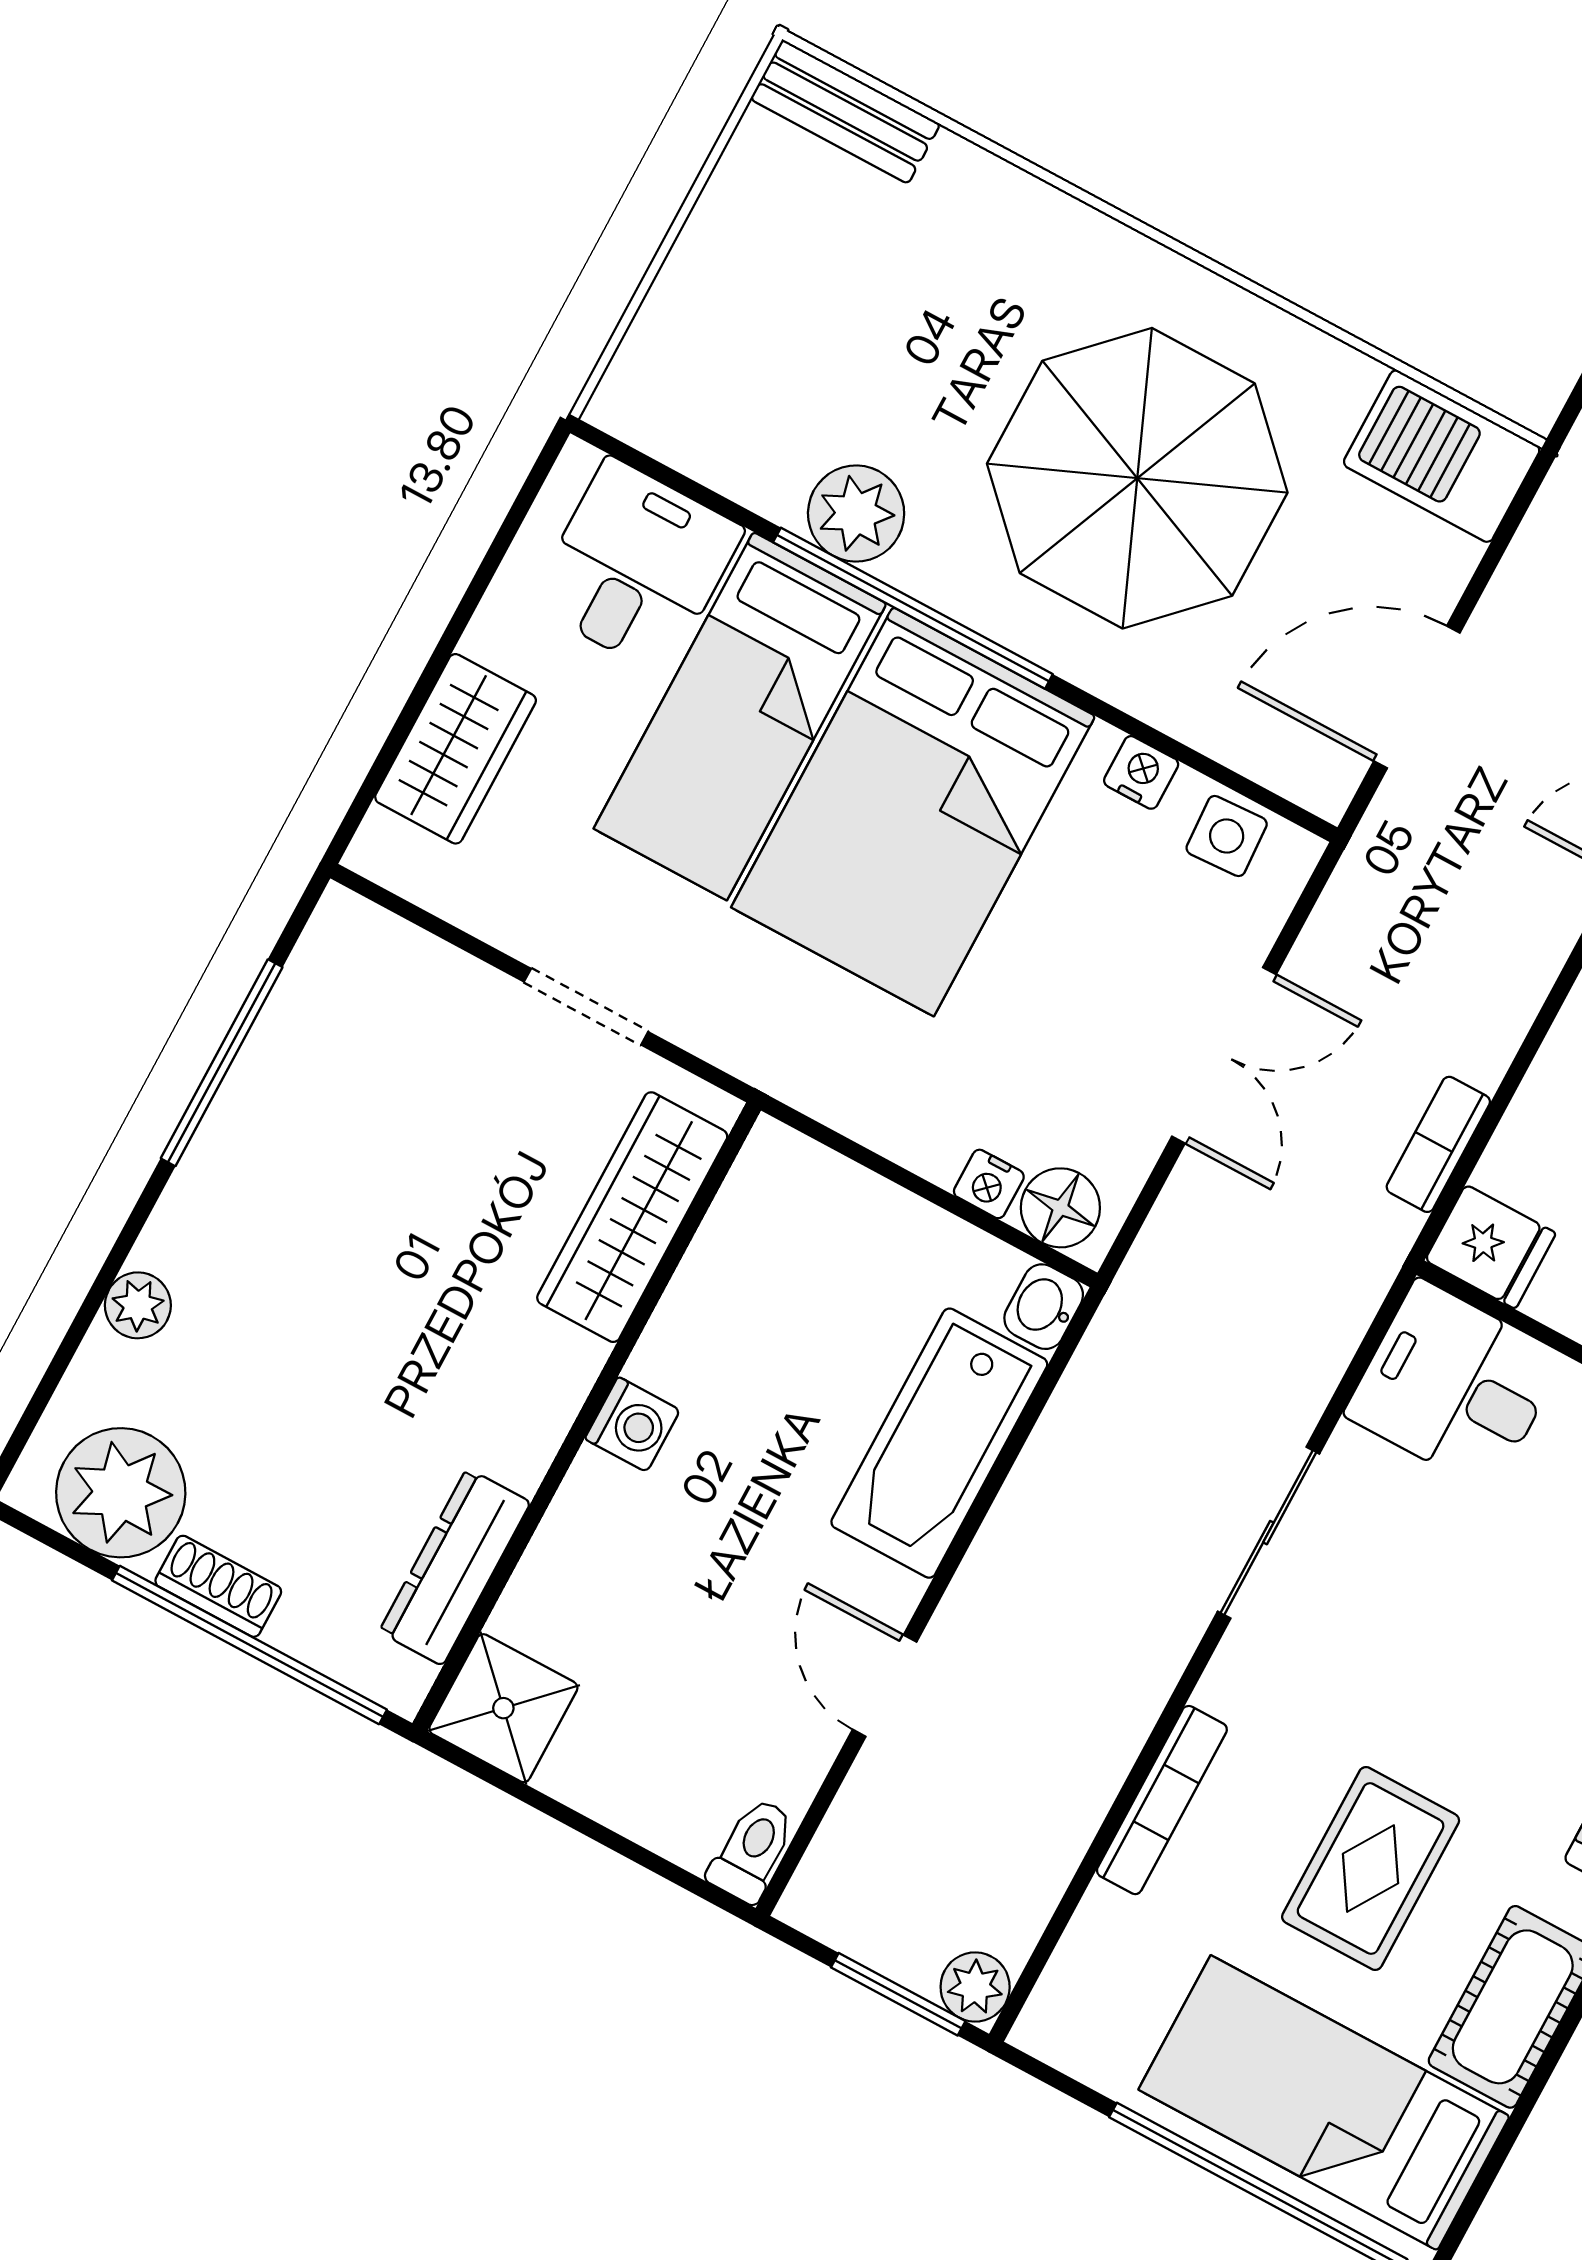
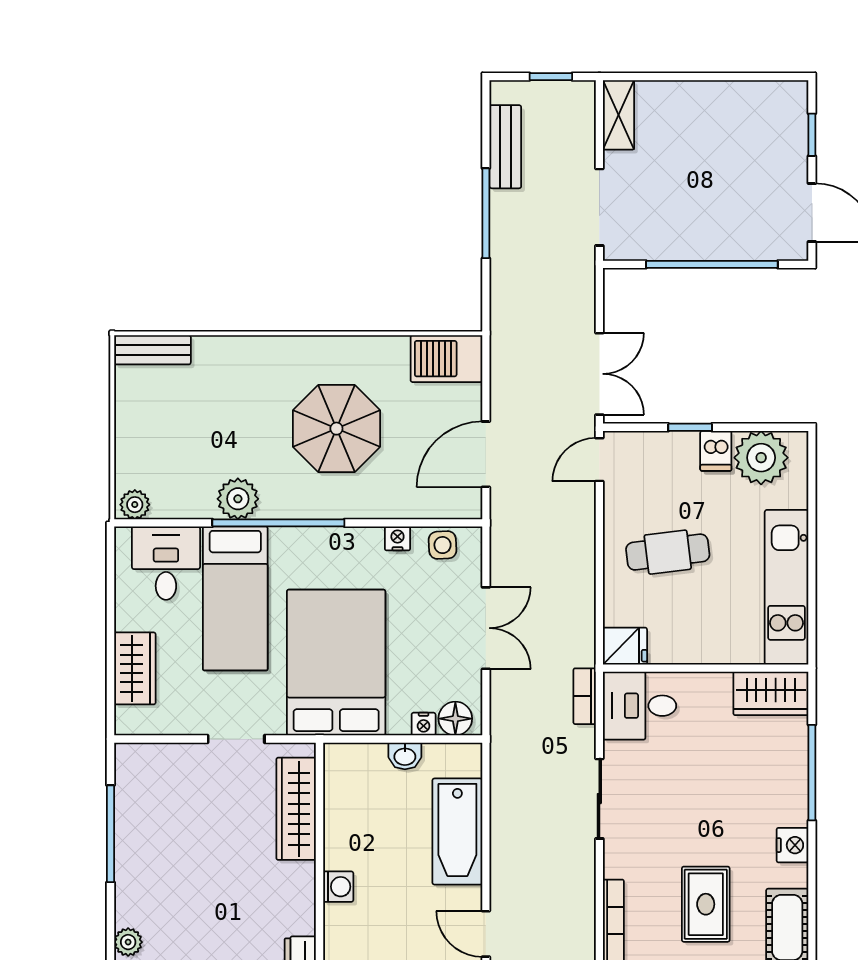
plant: (637, 411) -> (135, 505), added
parasol: (1137, 478) -> (336, 429), width x0.73, depth x0.73
bed: (913, 812) -> (336, 663), moved, turned 180
bookcase: (1438, 1144) -> (585, 696), moved
washbasin: (1044, 1307) -> (405, 756), moved, turned -90

